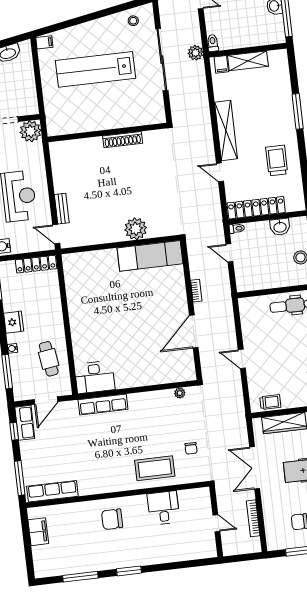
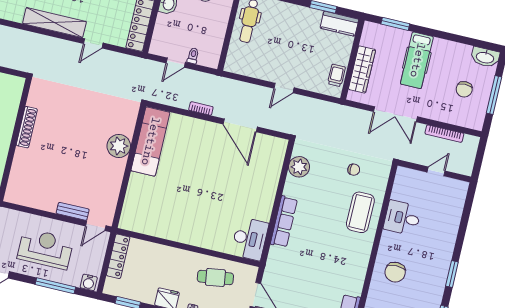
toilet: (237, 228) -> (193, 56), moved
plant: (180, 393) -> (299, 167), width x1.88, depth x1.88
row of seats: (103, 405) -> (284, 222), moved

